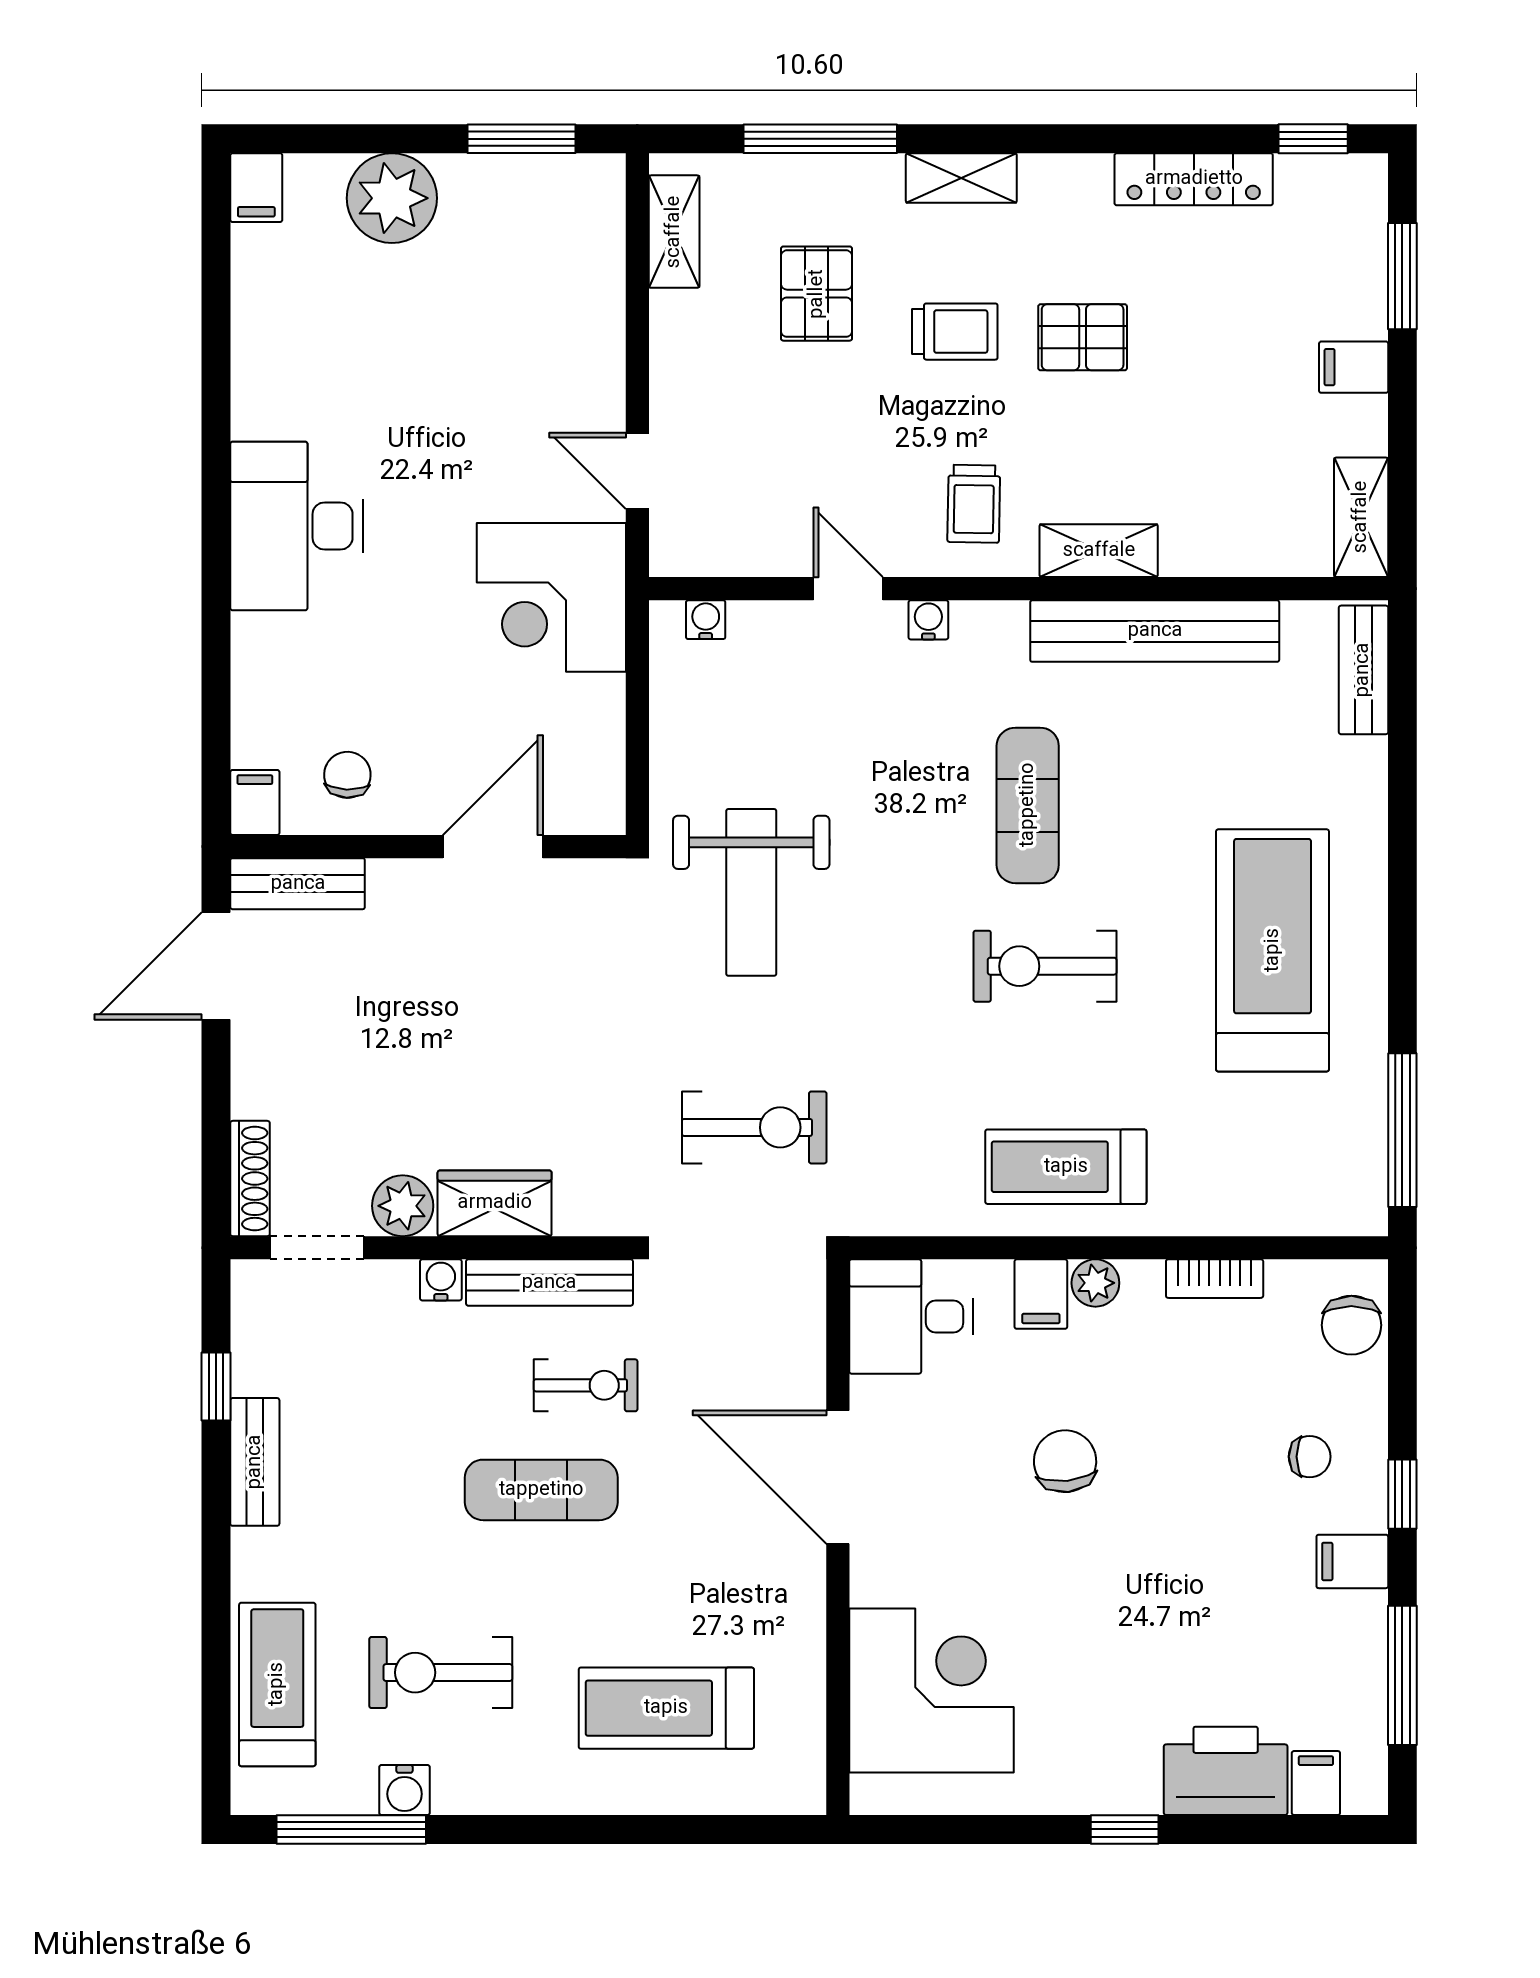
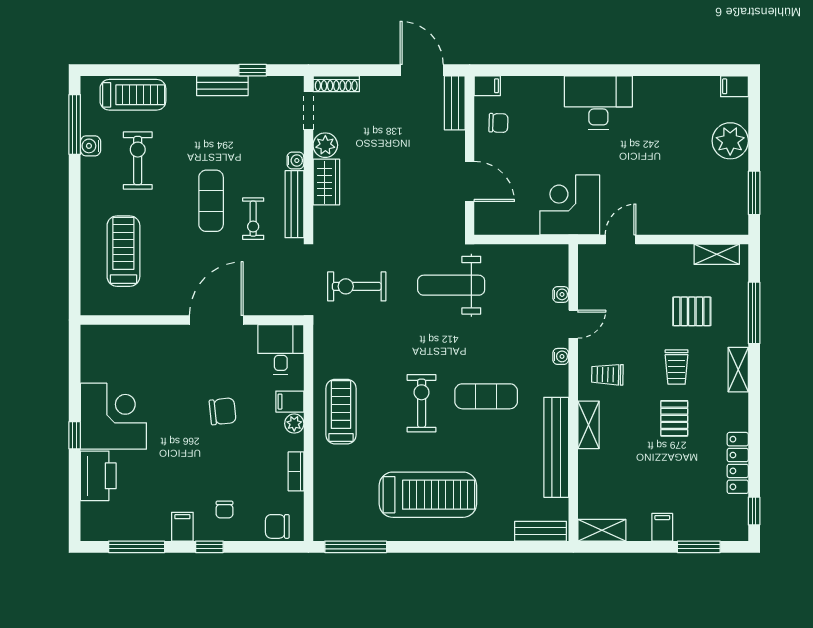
water cooler: (706, 620) -> (561, 294), moved
exercise bike: (754, 1127) -> (357, 286), turned 90
corner desk: (931, 1690) -> (113, 416), moved, turned -90
filing cabinet: (1316, 1783) -> (93, 512), removed

